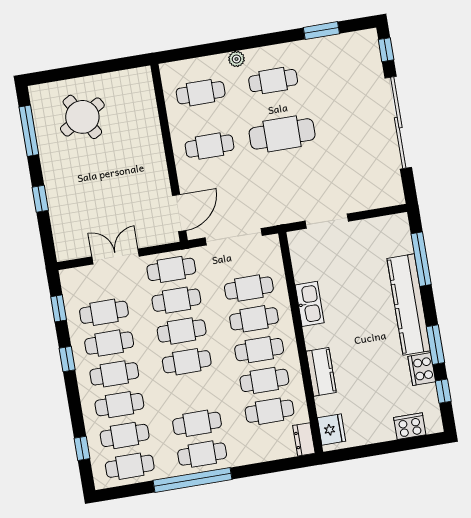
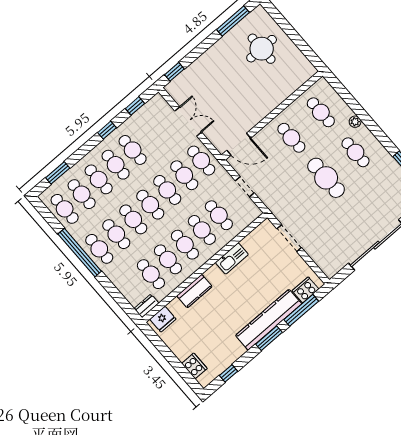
round table: (82, 117) -> (262, 49), turned 30
window: (40, 199) -> (174, 72), moved
doorway: (234, 237) -> (245, 187), width x0.53
cafe table: (104, 312) -> (133, 219), moved
window: (435, 345) -> (269, 338), moved
cooker: (422, 369) -> (306, 290), moved
window: (82, 448) -> (58, 173), width x1.50

